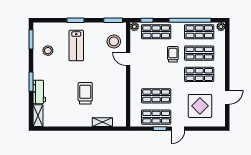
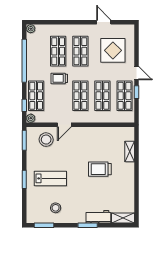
shop shelf: (199, 32) -> (80, 96), moved

